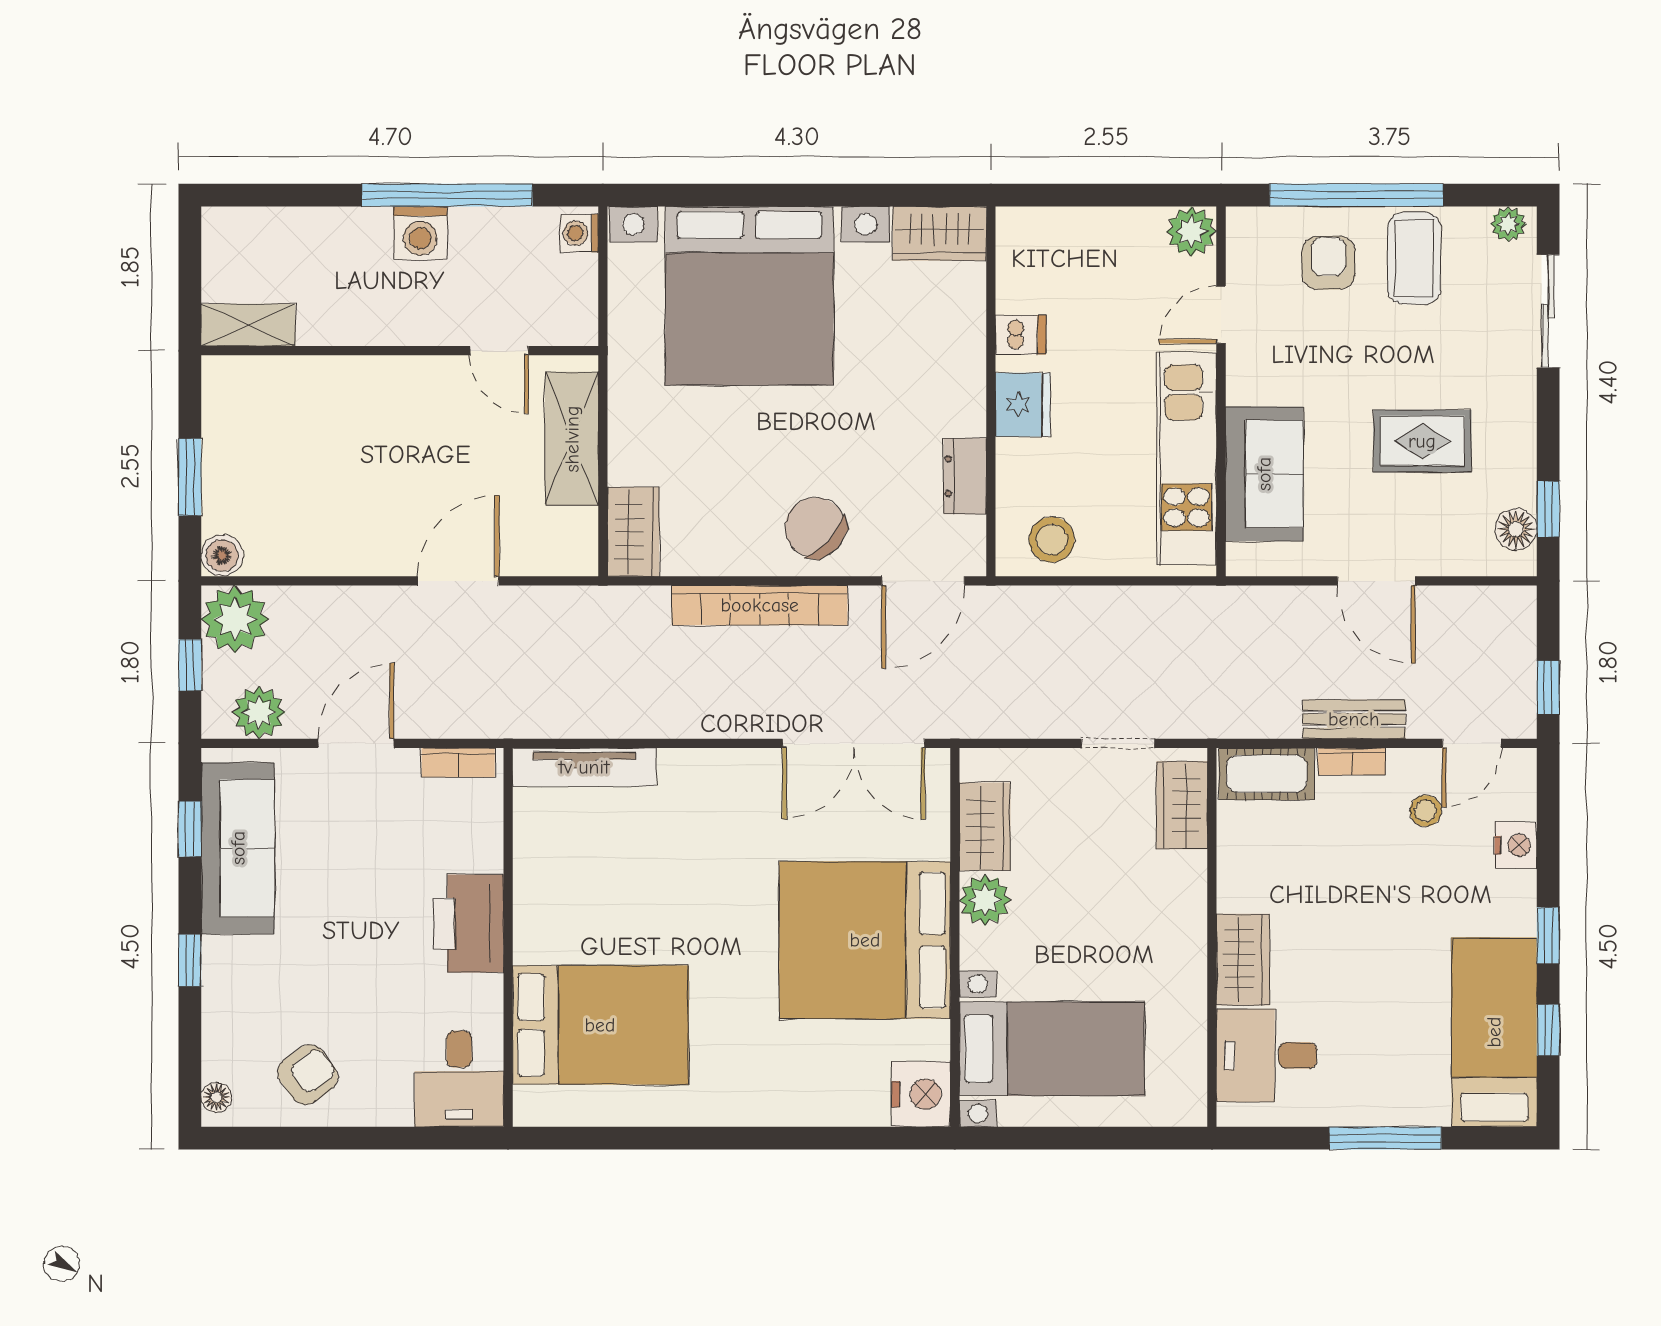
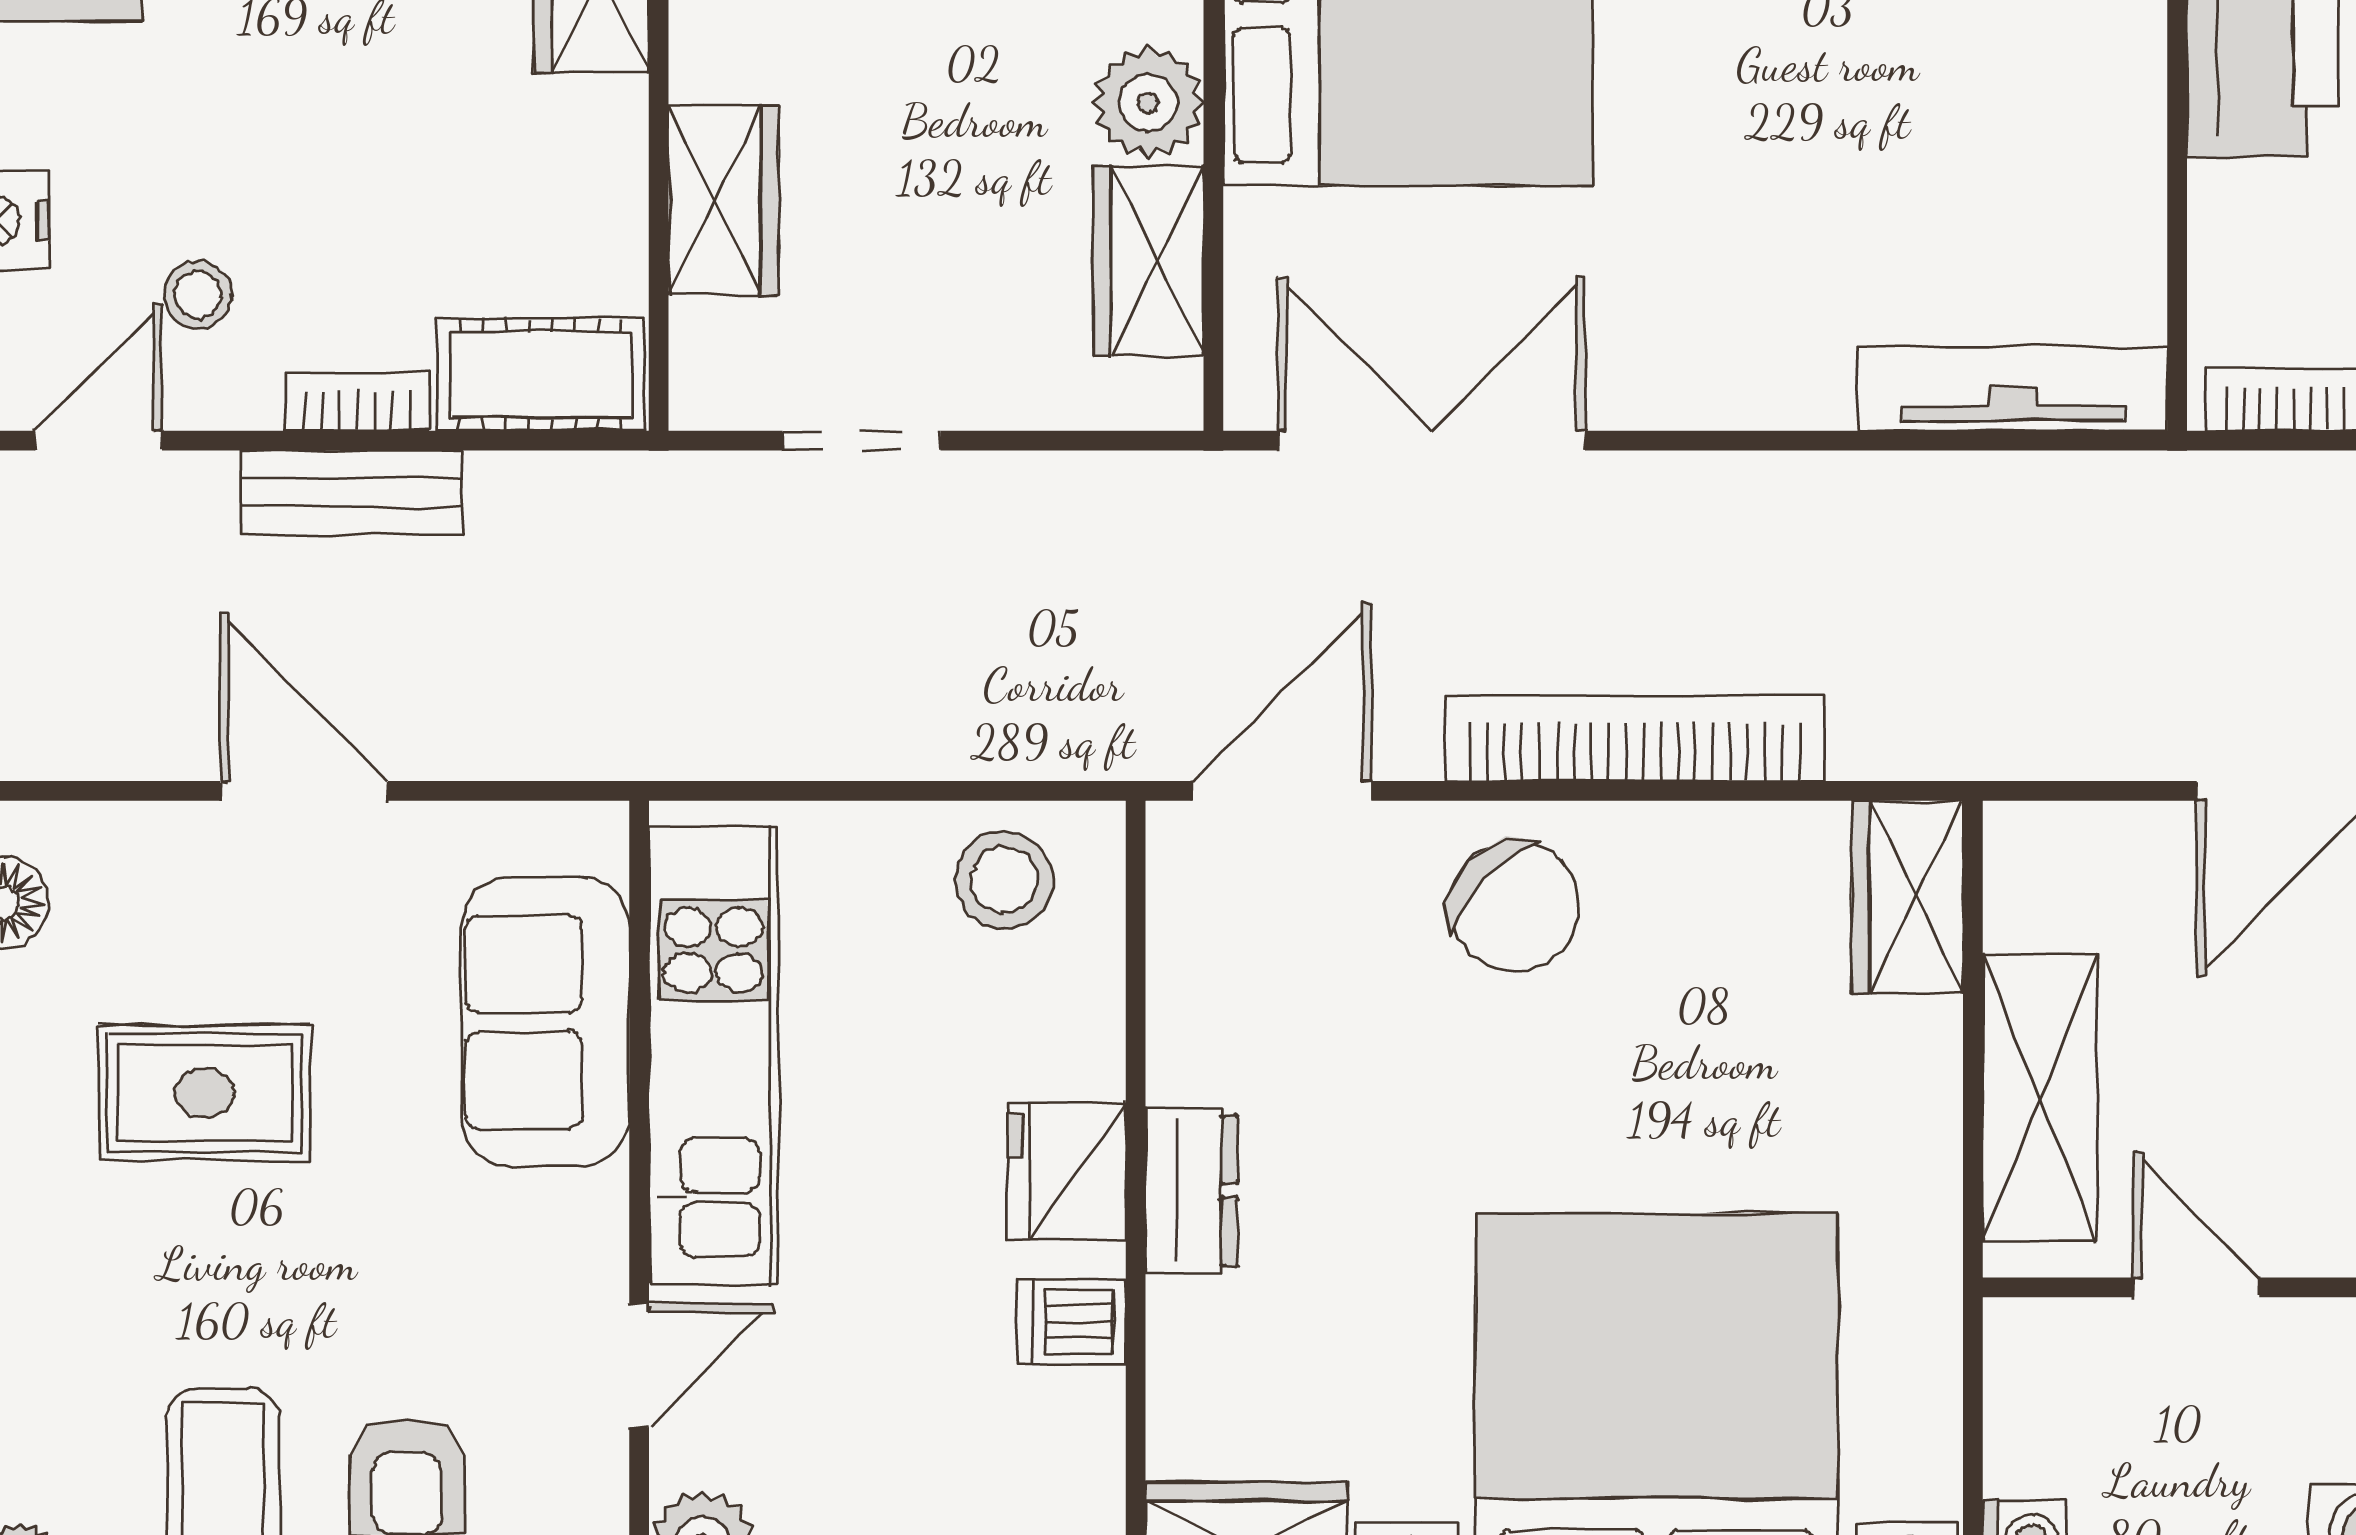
dresser: (965, 476) -> (1191, 1191), moved
wardrobe: (1182, 805) -> (723, 200), moved

